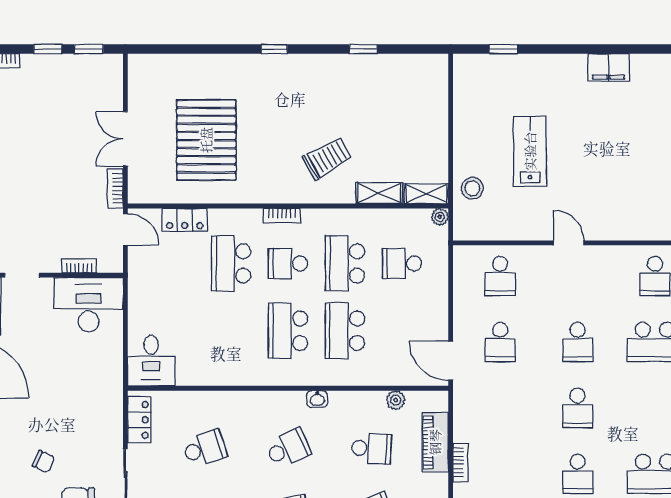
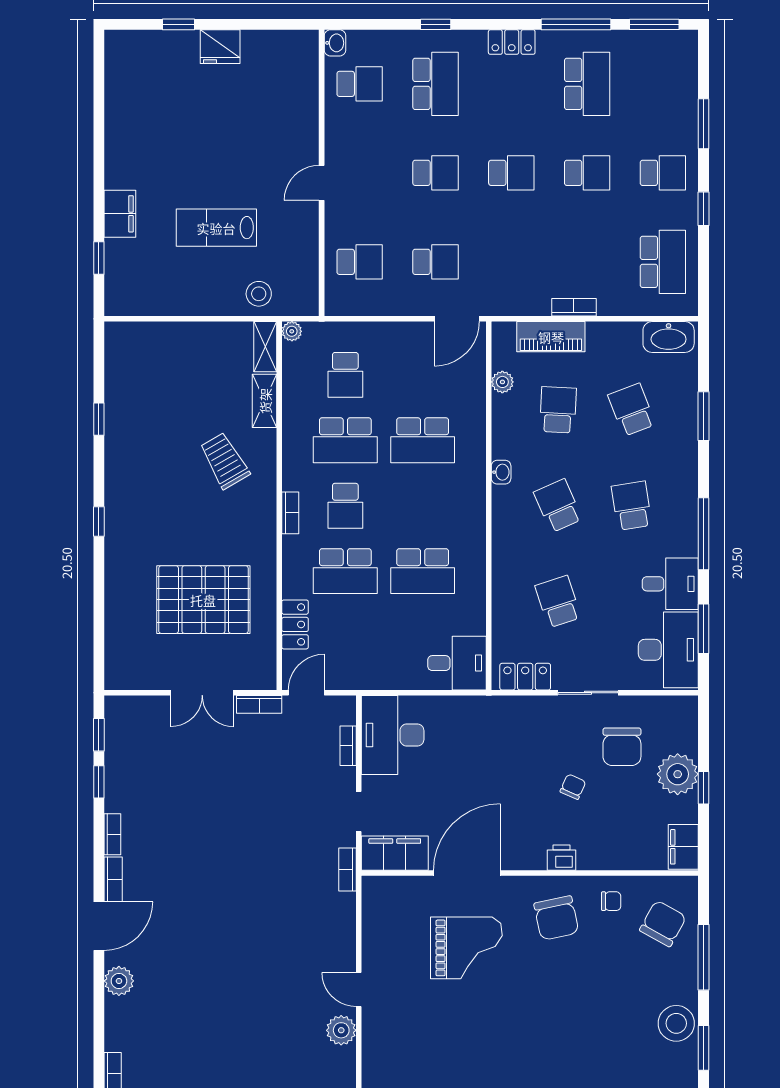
filing cabinet: (609, 67) -> (120, 214), moved
school desk: (288, 331) -> (423, 571), moved

